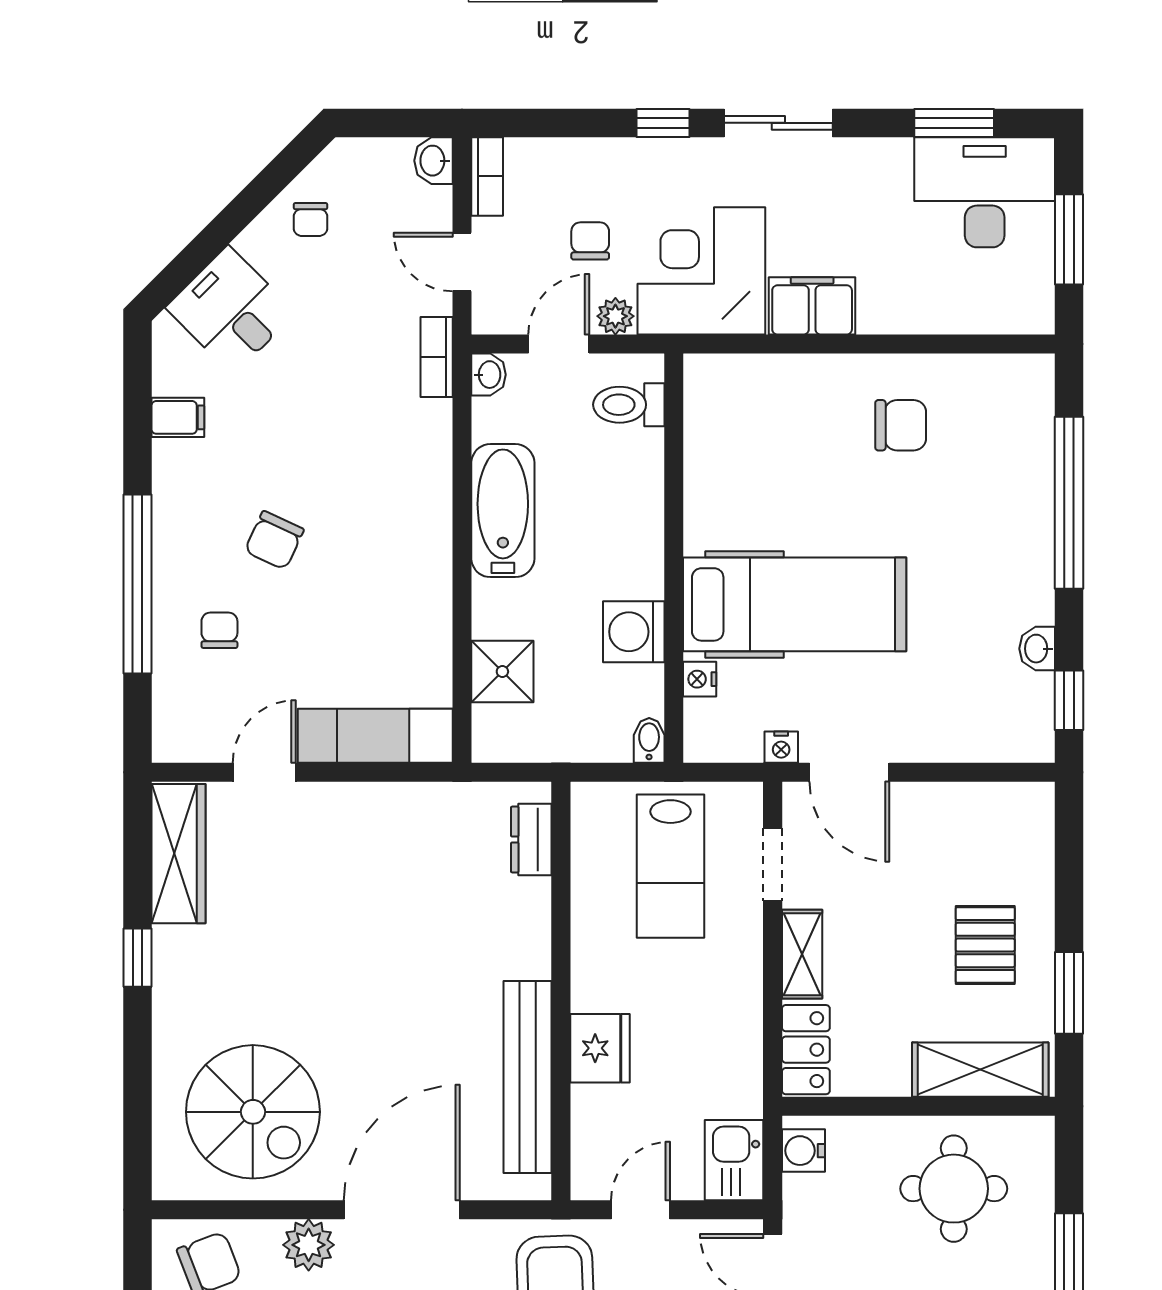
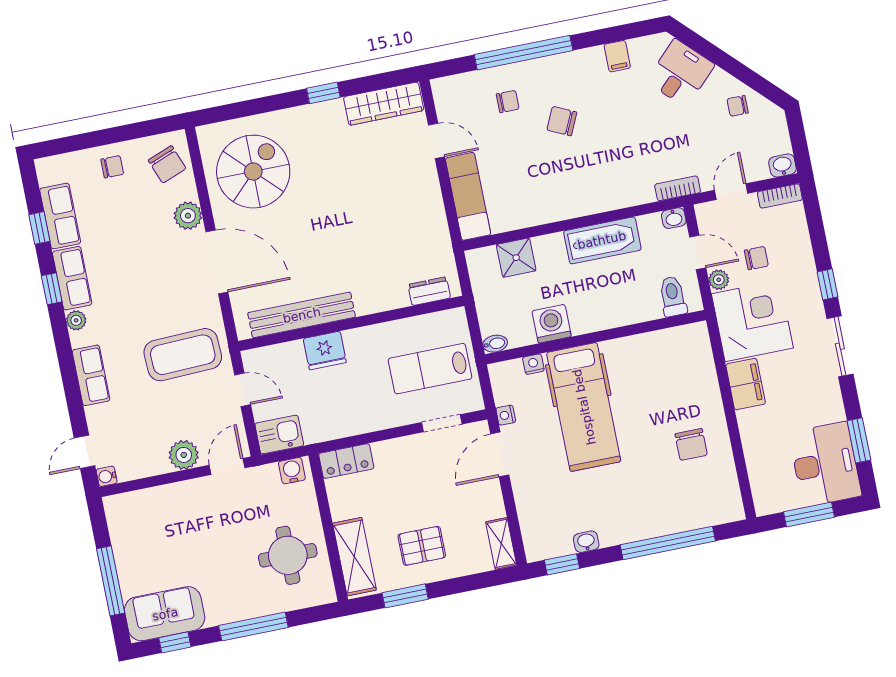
shelving: (802, 954) -> (501, 543), moved, turned 90
spiral stairs: (253, 1112) -> (253, 172), turned 180

